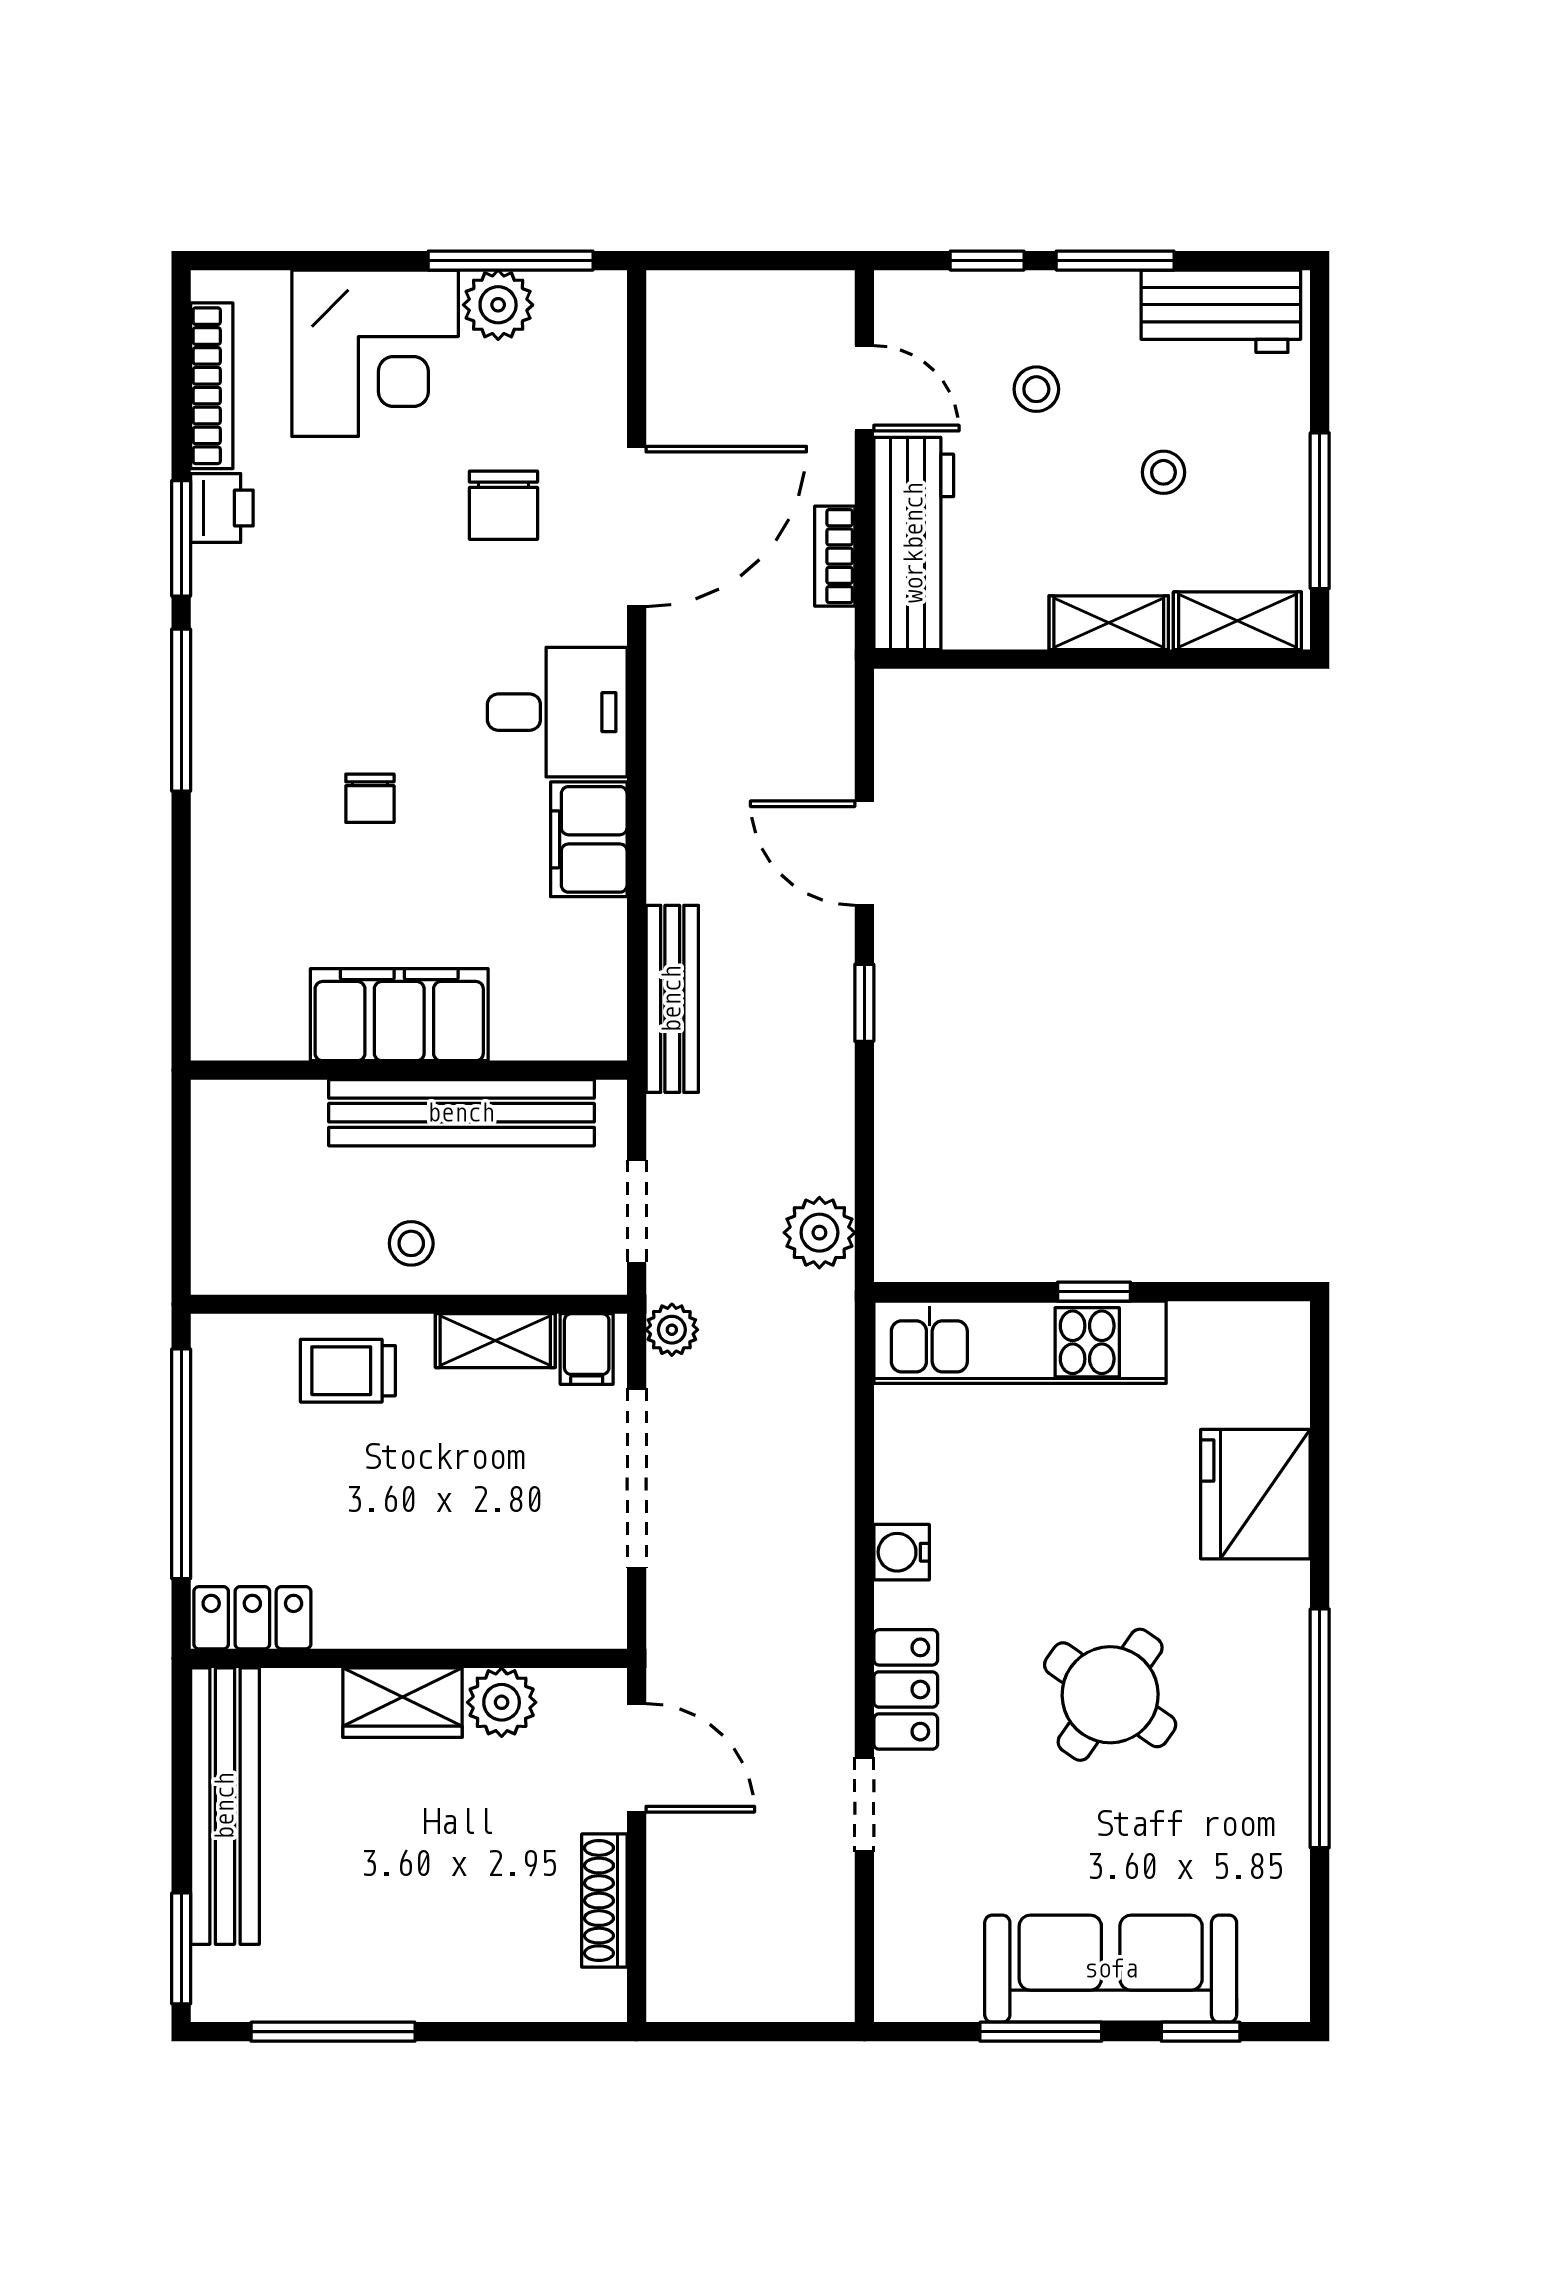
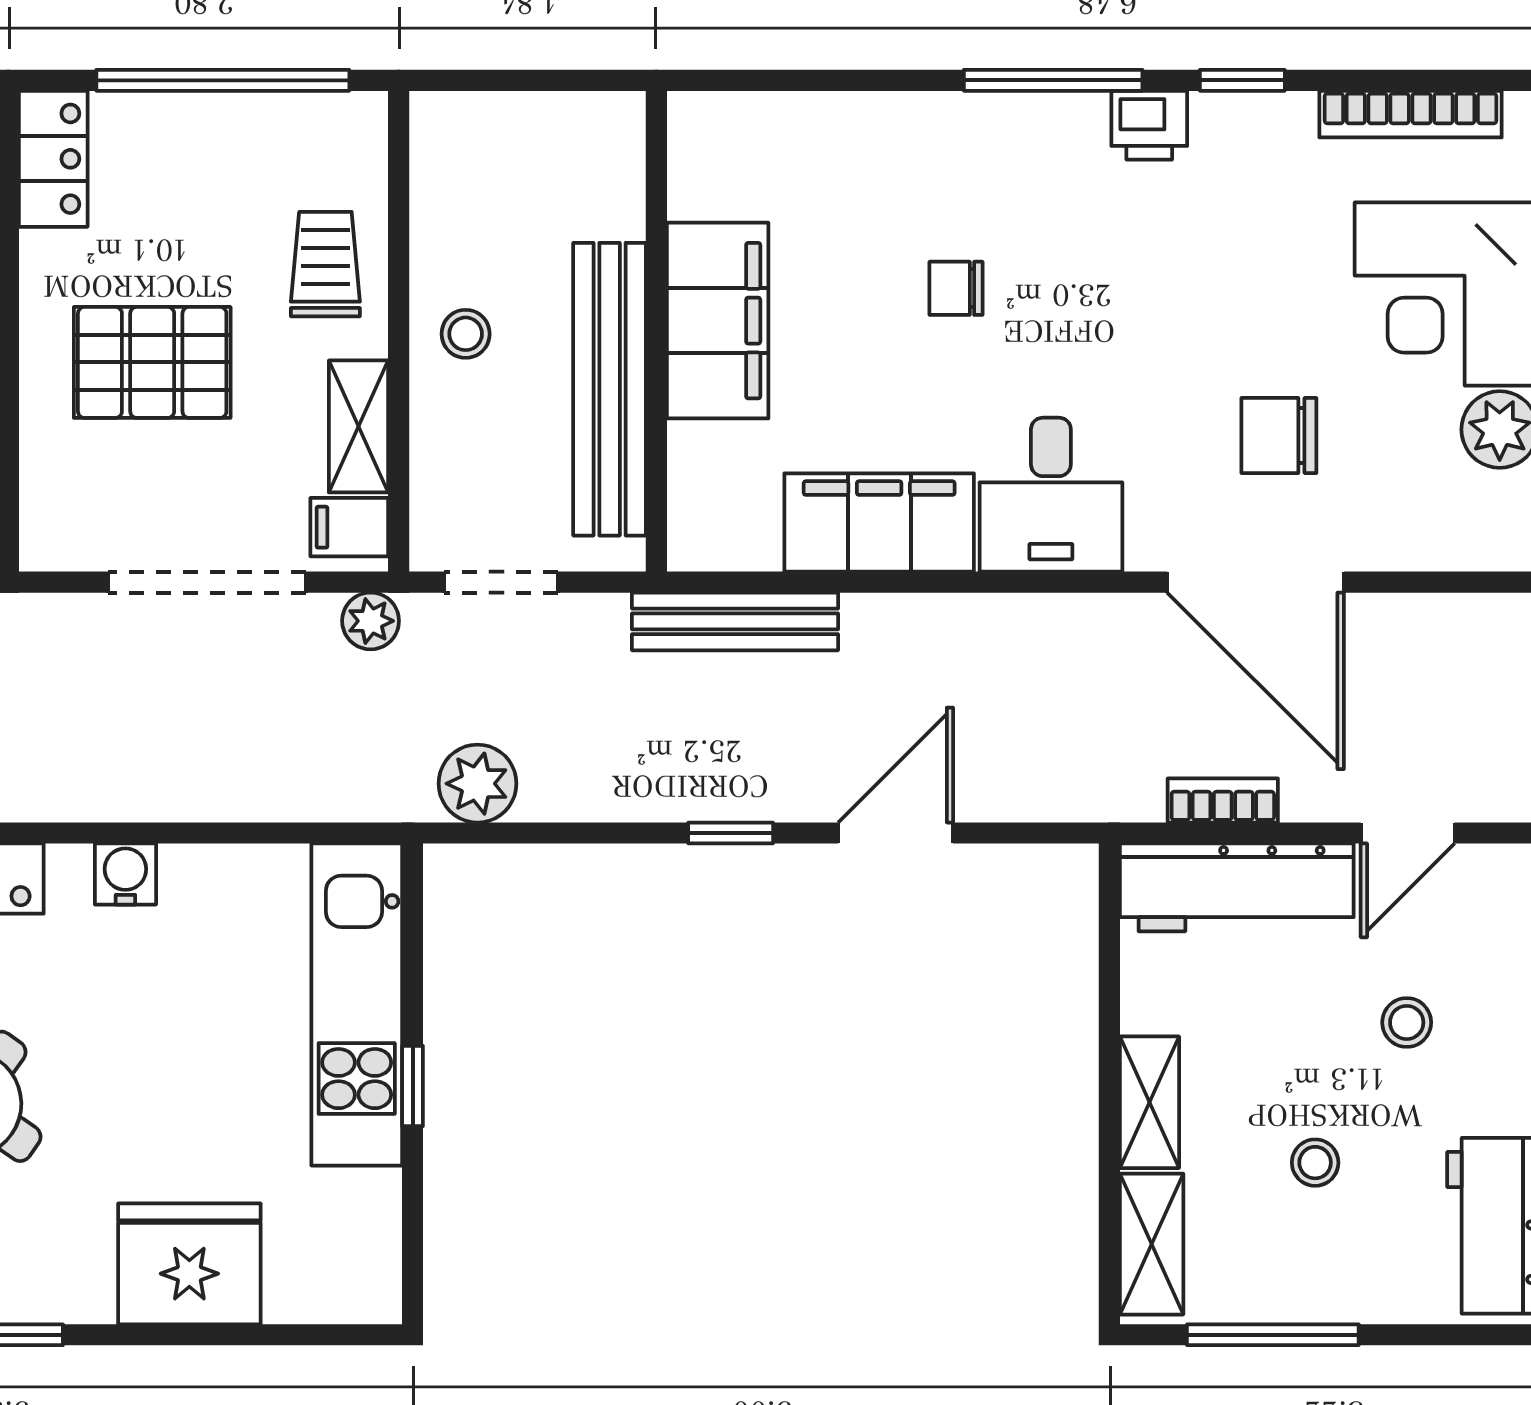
printer: (222, 508) -> (1149, 125), moved
window: (181, 538) -> (1242, 80), width x0.67
filing cabinet: (589, 839) -> (879, 522), width x1.50, depth x1.17
pallet: (437, 1528) -> (152, 362), added

